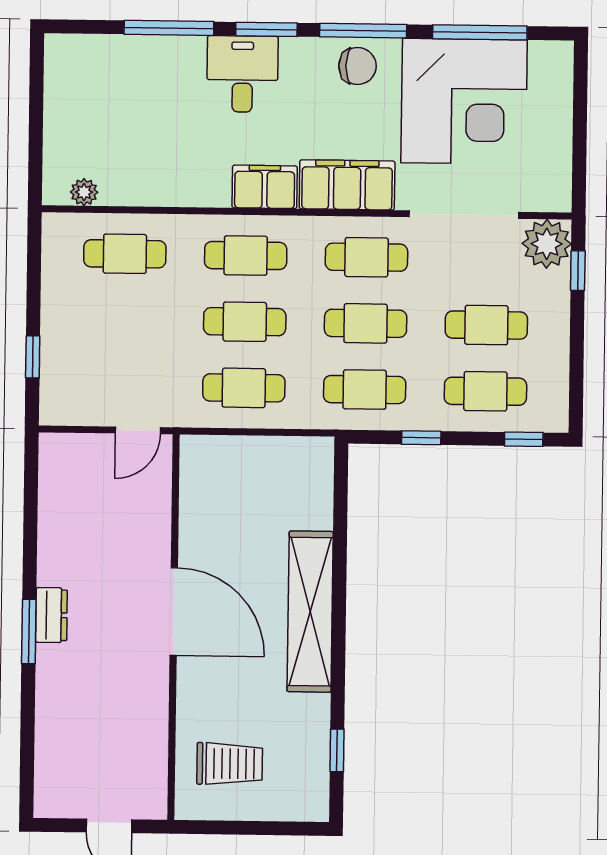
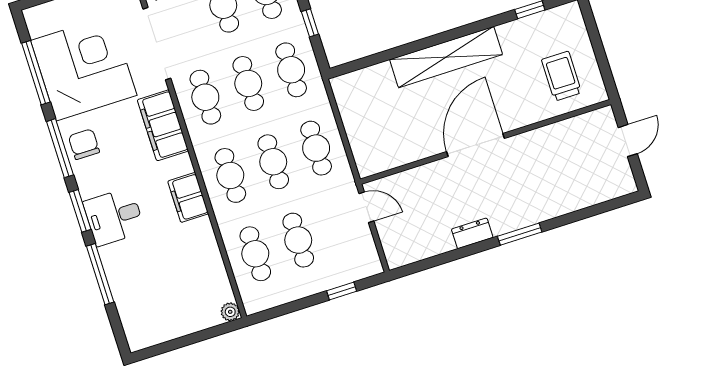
filing cabinet: (265, 187) -> (188, 197), moved
plant: (84, 192) -> (230, 312), moved
cafe table: (124, 320) -> (298, 240), added
dresser: (51, 615) -> (472, 233), moved

